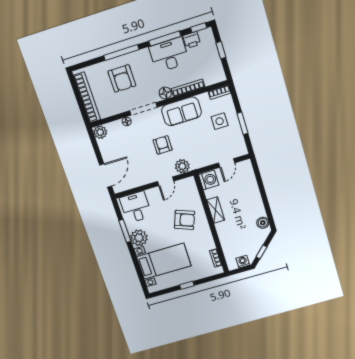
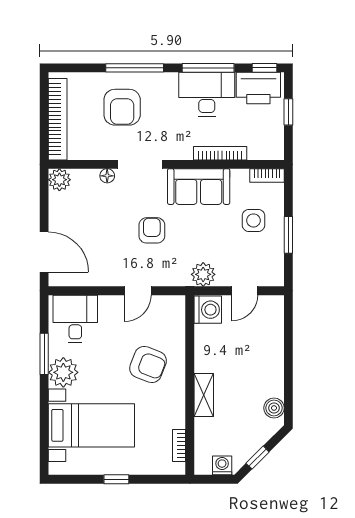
printer: (192, 40) -> (258, 88), width x1.87, depth x1.48
floor lamp: (165, 93) -> (182, 150), removed
plant: (182, 166) -> (203, 274), moved
door: (106, 176) -> (44, 252), hinge flipped
shelving: (216, 210) -> (204, 395), moved

